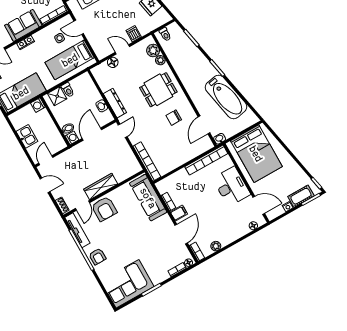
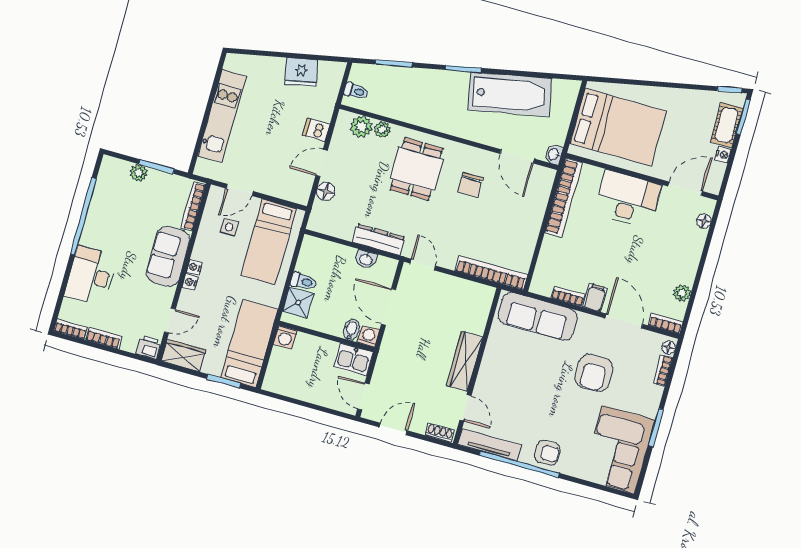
kitchen sink: (27, 136) -> (353, 359), moved, turned 180
armchair: (104, 209) -> (594, 373), moved, turned 90

